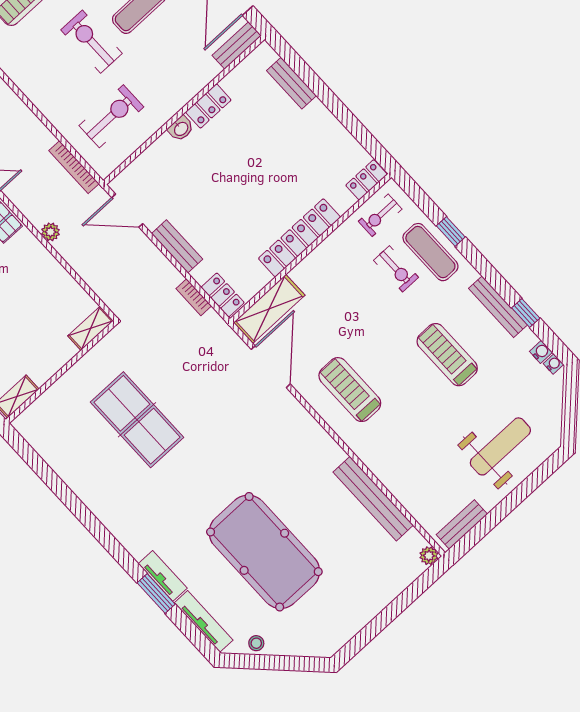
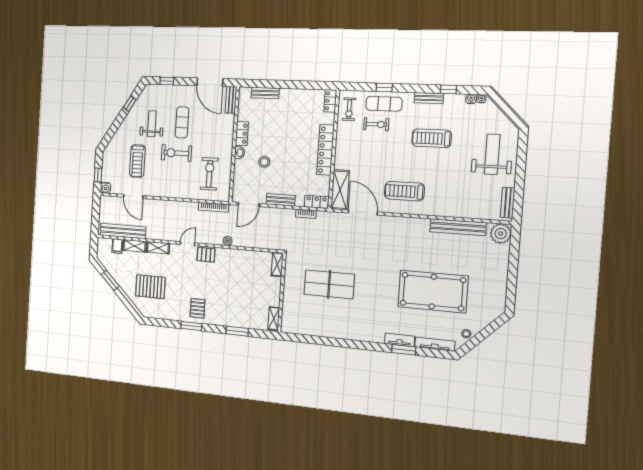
stool: (203, 174) -> (264, 162), added
bench: (498, 307) -> (429, 98), width x0.73
plant: (429, 556) -> (501, 234), width x1.88, depth x1.88

